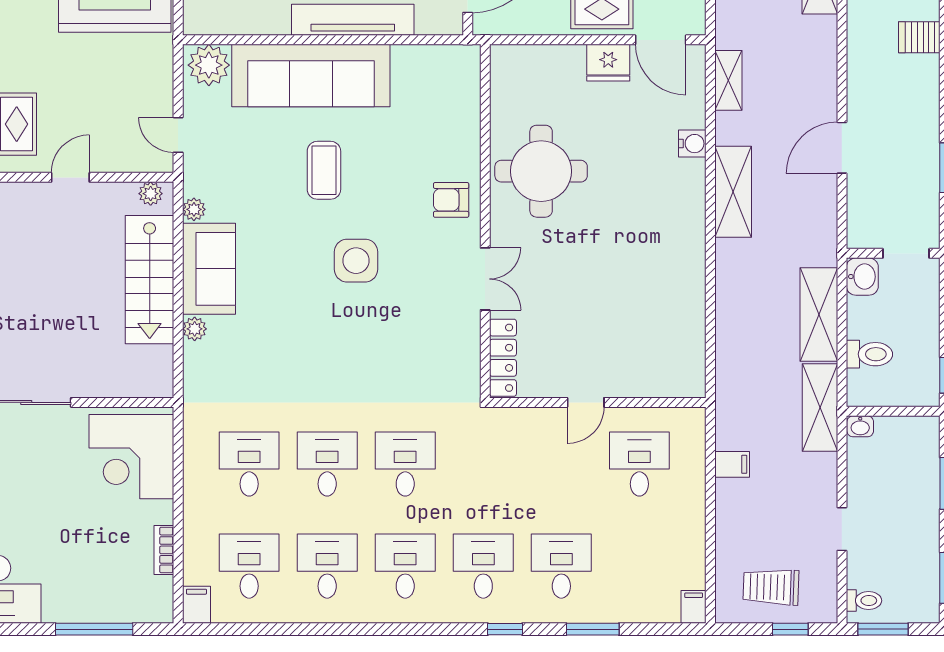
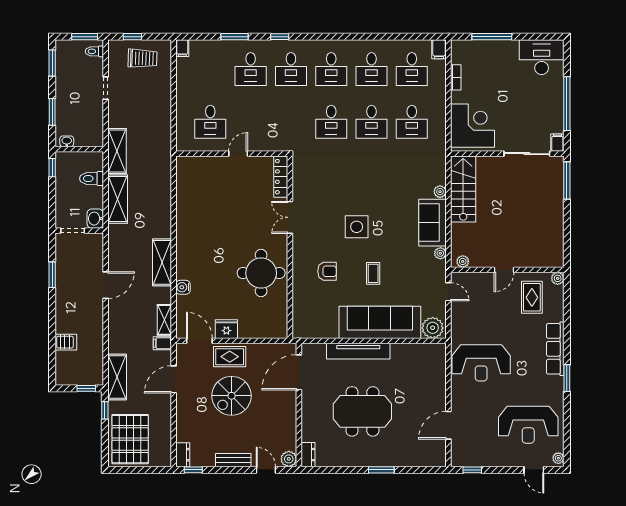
coffee table: (324, 170) -> (373, 273), width x0.73, depth x0.77
armchair: (451, 200) -> (327, 271), moved
stairs: (150, 280) -> (463, 189), moved
washbasin: (860, 426) -> (67, 141), moved
filing cabinet: (732, 464) -> (162, 343), moved

